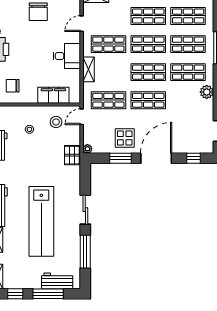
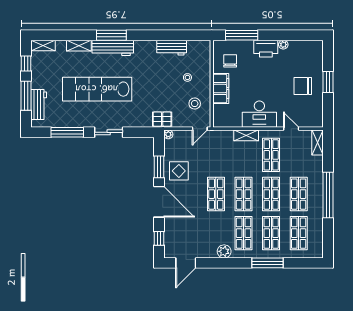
desk: (67, 56) -> (259, 114), width x1.37
filing cabinet: (53, 95) -> (221, 88), moved
shop shelf: (108, 100) -> (216, 155), removed
door: (82, 117) -> (200, 129), swing flipped

